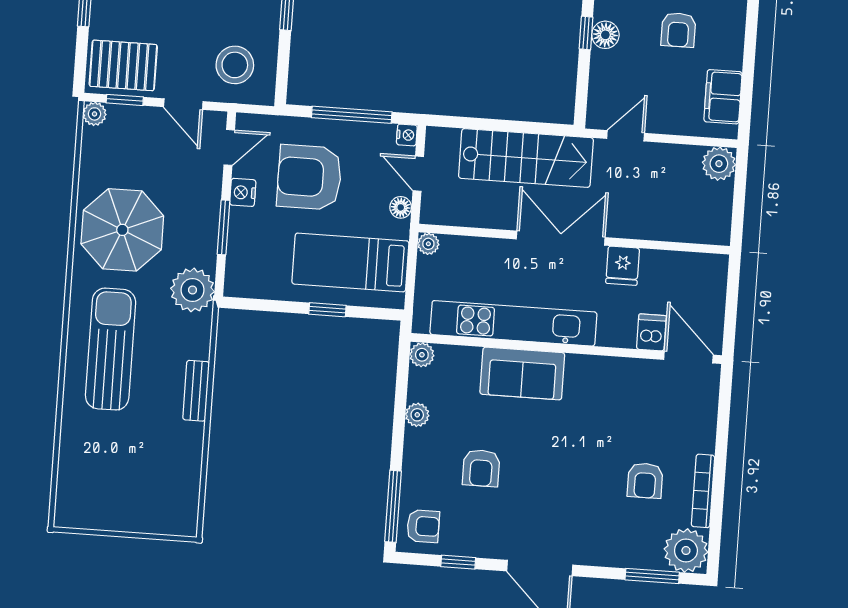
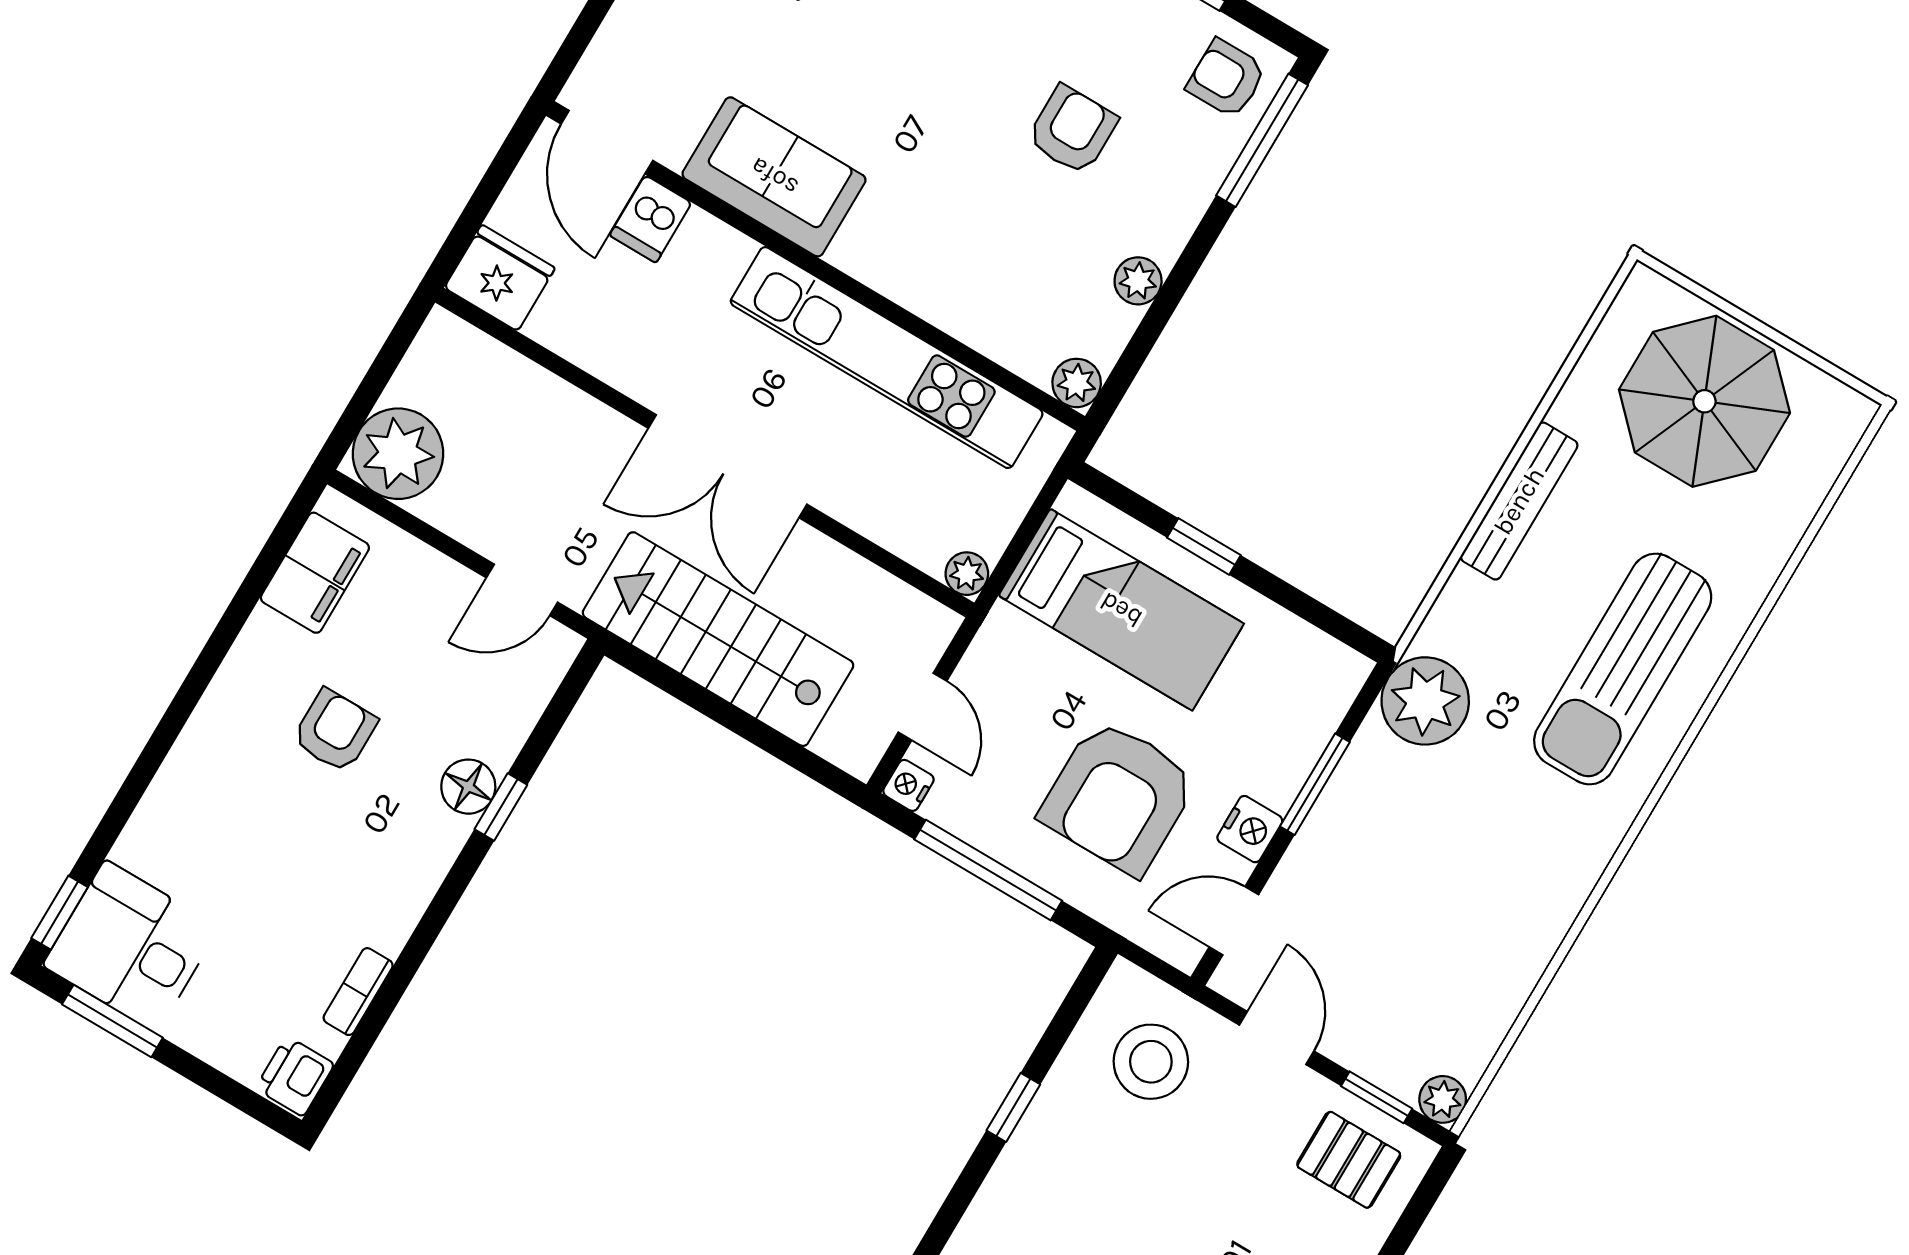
pallet: (123, 65) -> (1349, 1160), width x0.67, depth x0.71
plant: (719, 164) -> (398, 454), width x1.36, depth x1.36
armchair: (309, 177) -> (1119, 797), turned 90
floor lamp: (401, 207) -> (984, 663), removed
parasol: (122, 230) -> (1704, 401), moved
fridge: (623, 266) -> (500, 278), moved, width x1.38
sofa: (522, 373) -> (774, 177), moved
bench: (196, 391) -> (1519, 501), width x1.36

